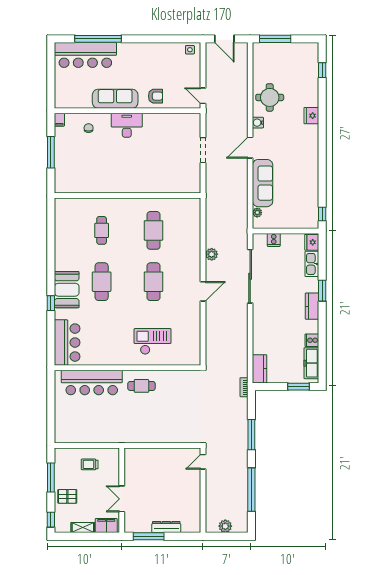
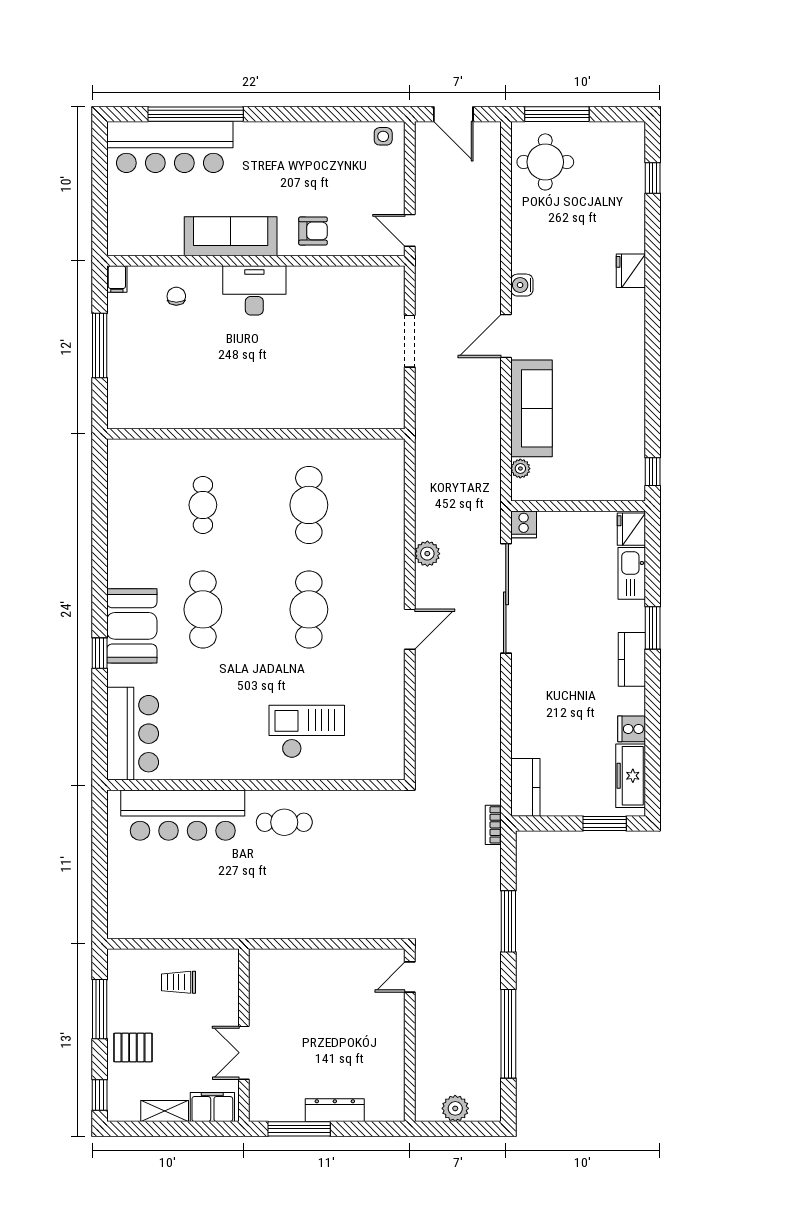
round table: (270, 97) -> (545, 162), moved
cooker: (274, 240) -> (524, 524), moved

